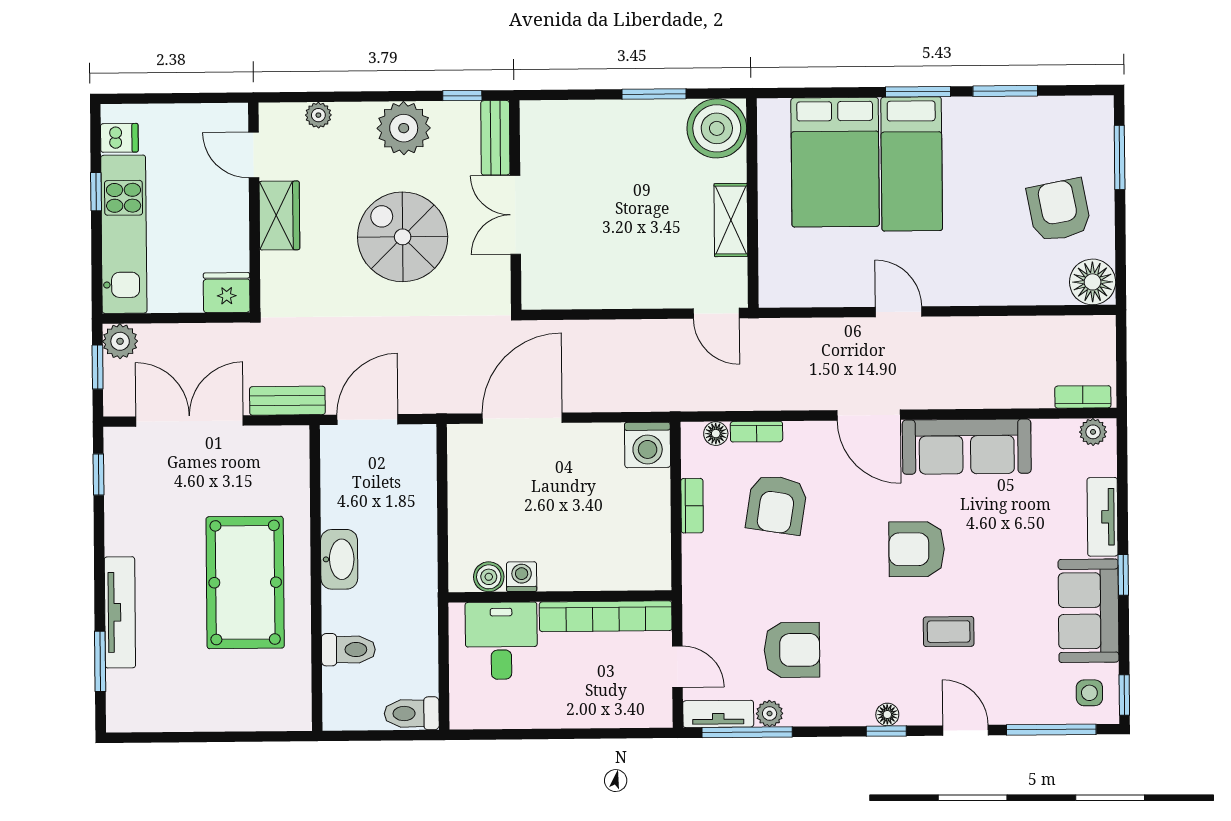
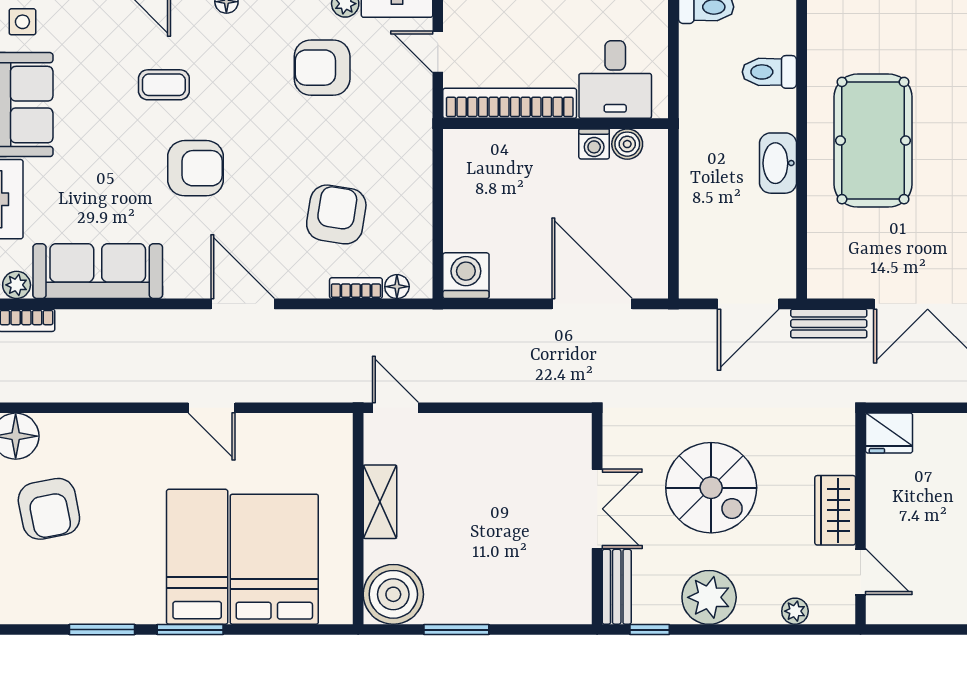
door: (522, 418) -> (592, 304), swing flipped
sofa: (967, 447) -> (98, 271), moved
bookcase: (692, 506) -> (422, 214), removed

